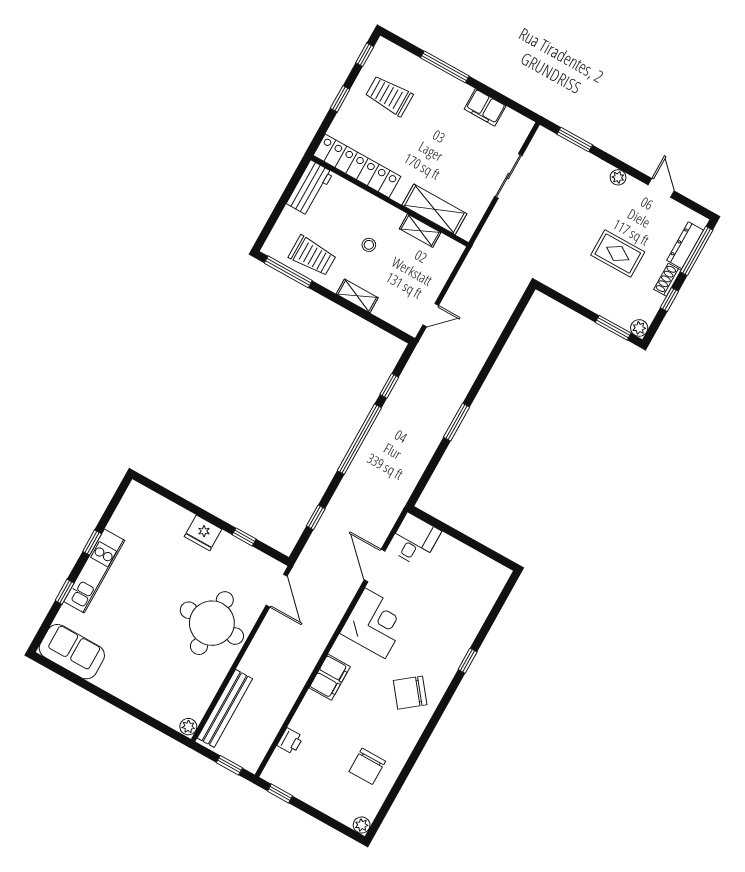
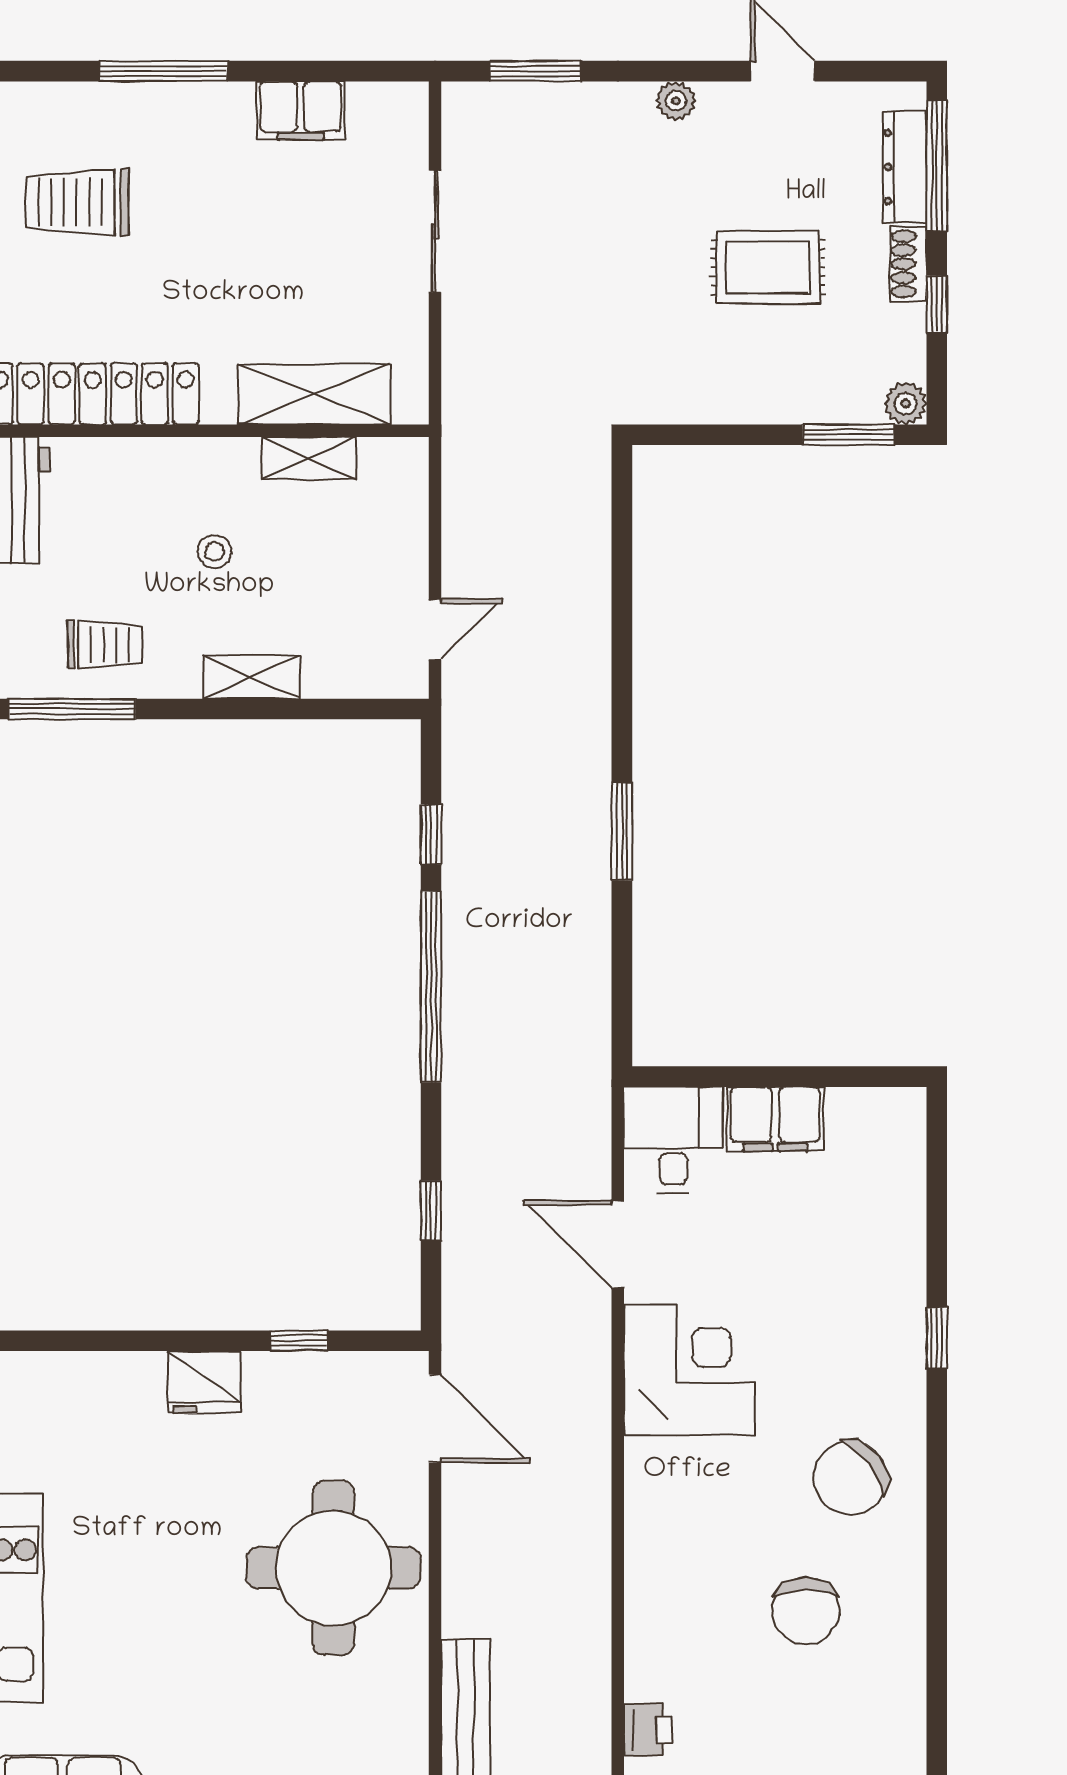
trolley: (312, 256) -> (105, 645), width x0.73, depth x0.72
filing cabinet: (330, 677) -> (775, 1119), moved, turned 90
chair: (367, 766) -> (806, 1611), moved

